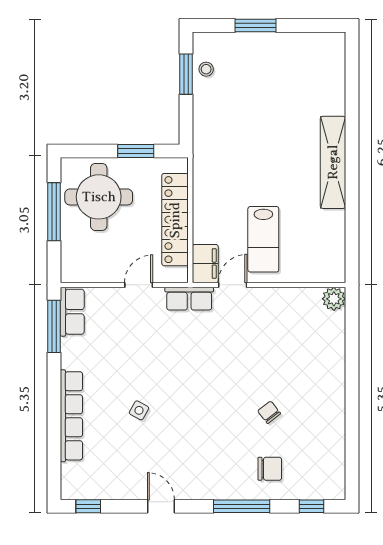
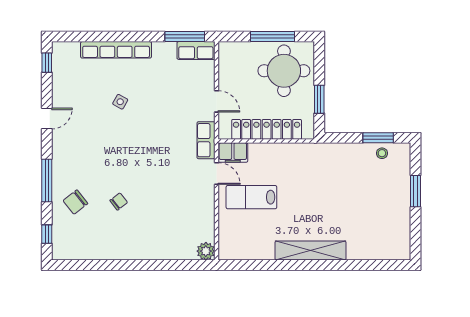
chair: (270, 469) -> (75, 202), turned 52

